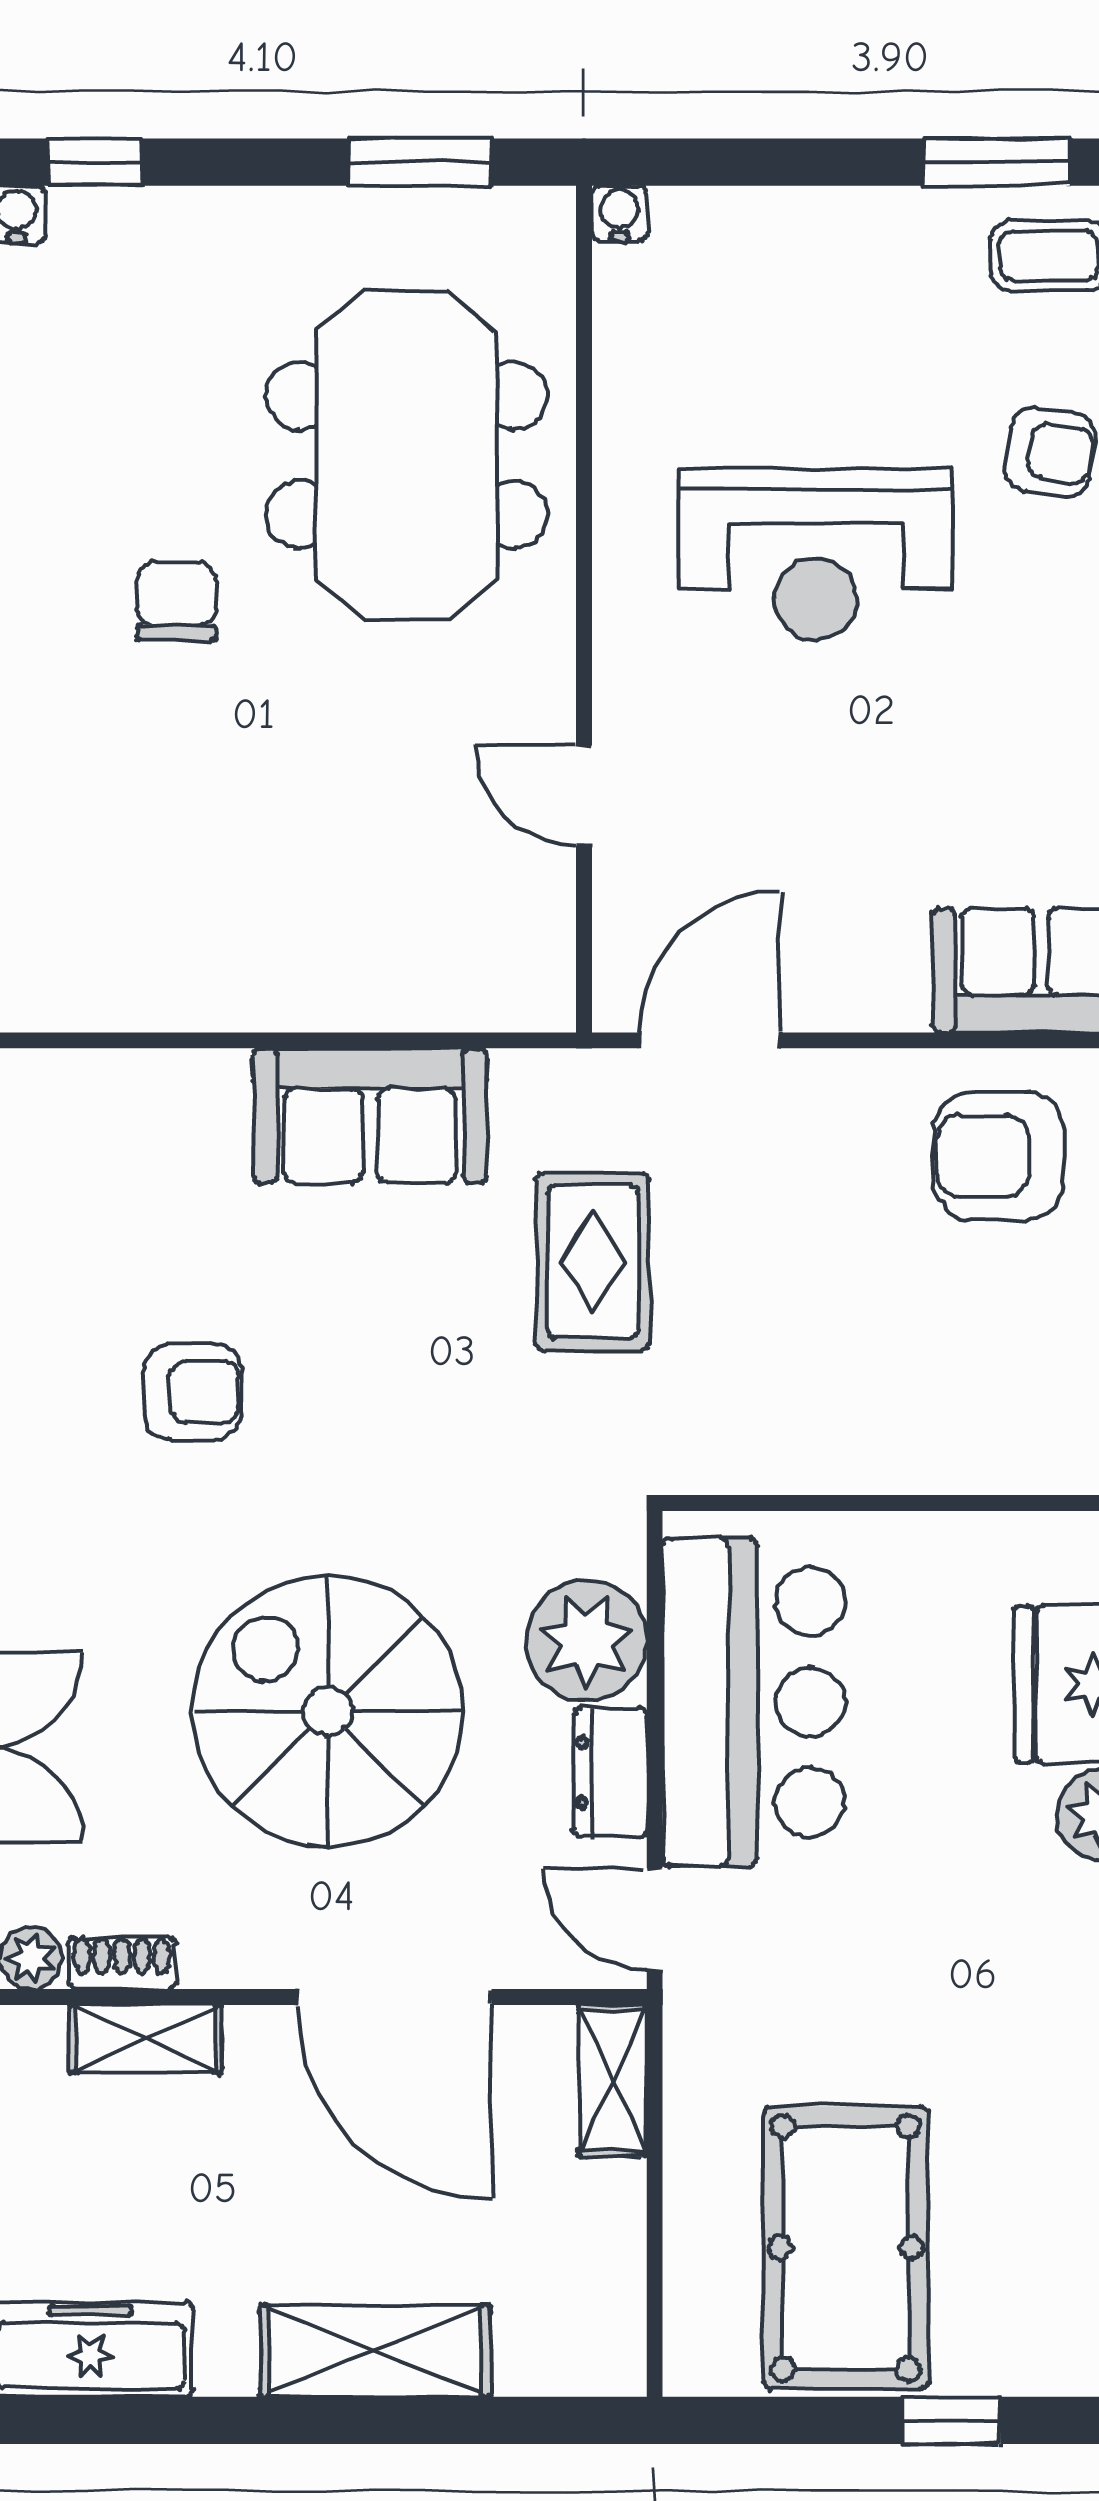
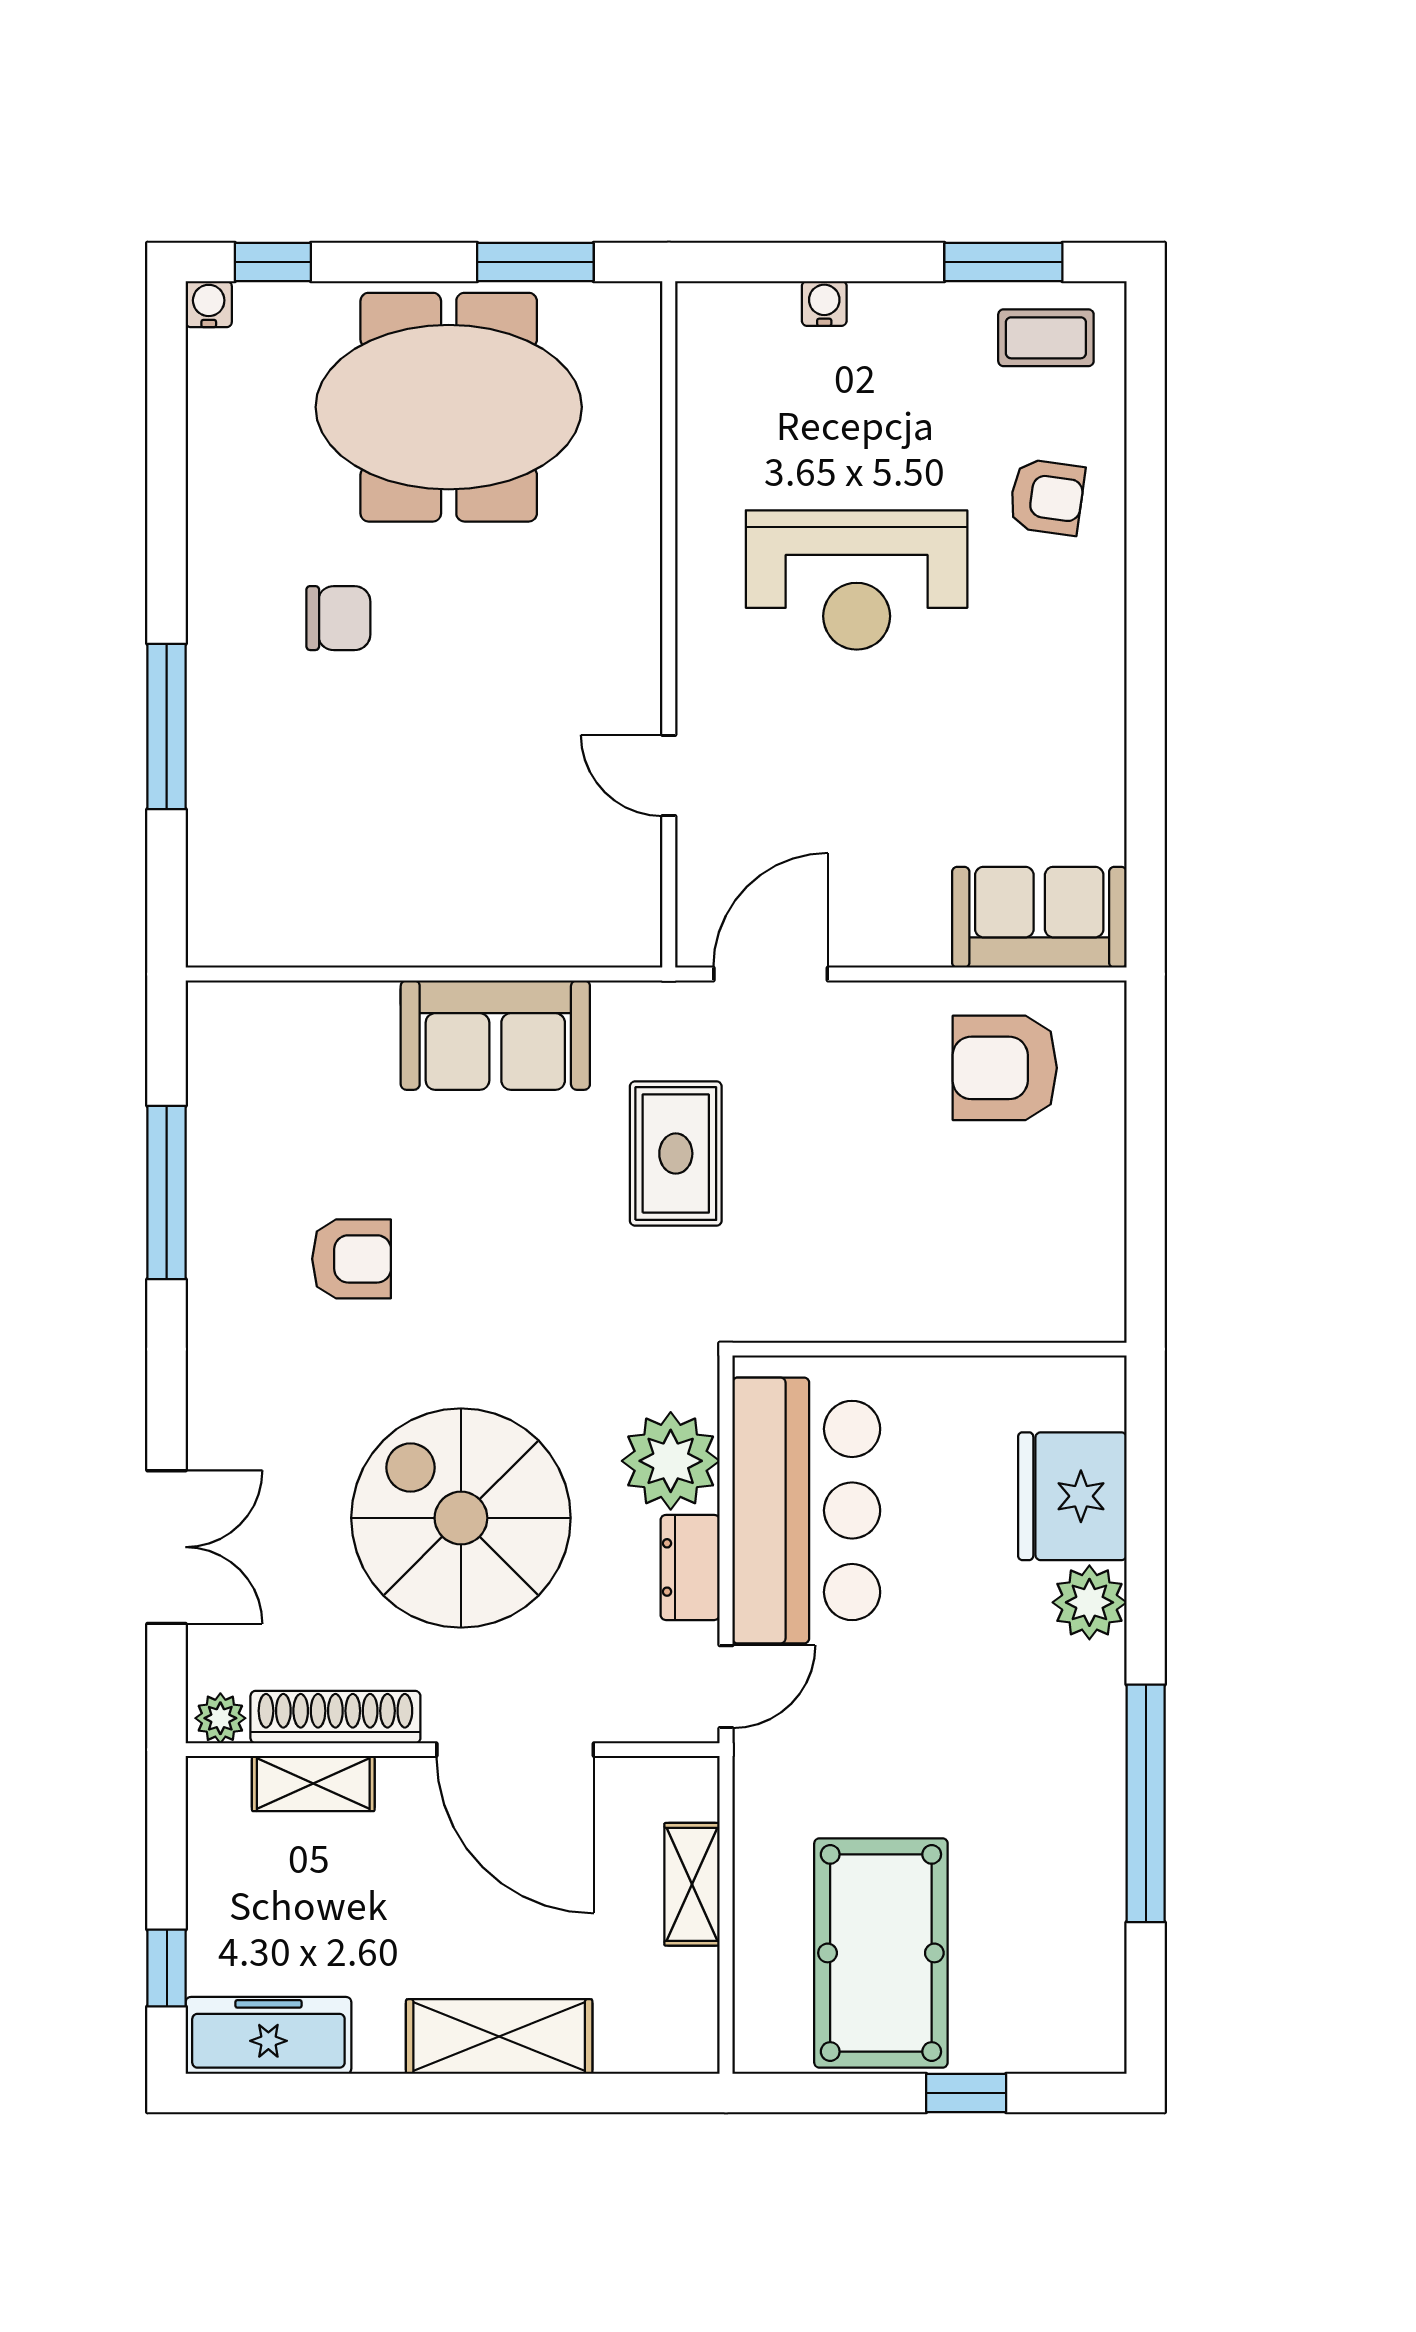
water cooler: (619, 213) -> (824, 303), moved
meeting table: (407, 455) -> (449, 407), moved, turned 90
chair: (177, 601) -> (338, 618), turned 90
door: (655, 1919) -> (726, 1687), swing flipped
shoe rack: (122, 1963) -> (335, 1717), width x1.94, depth x1.24
shelving: (613, 2081) -> (692, 1884), moved

